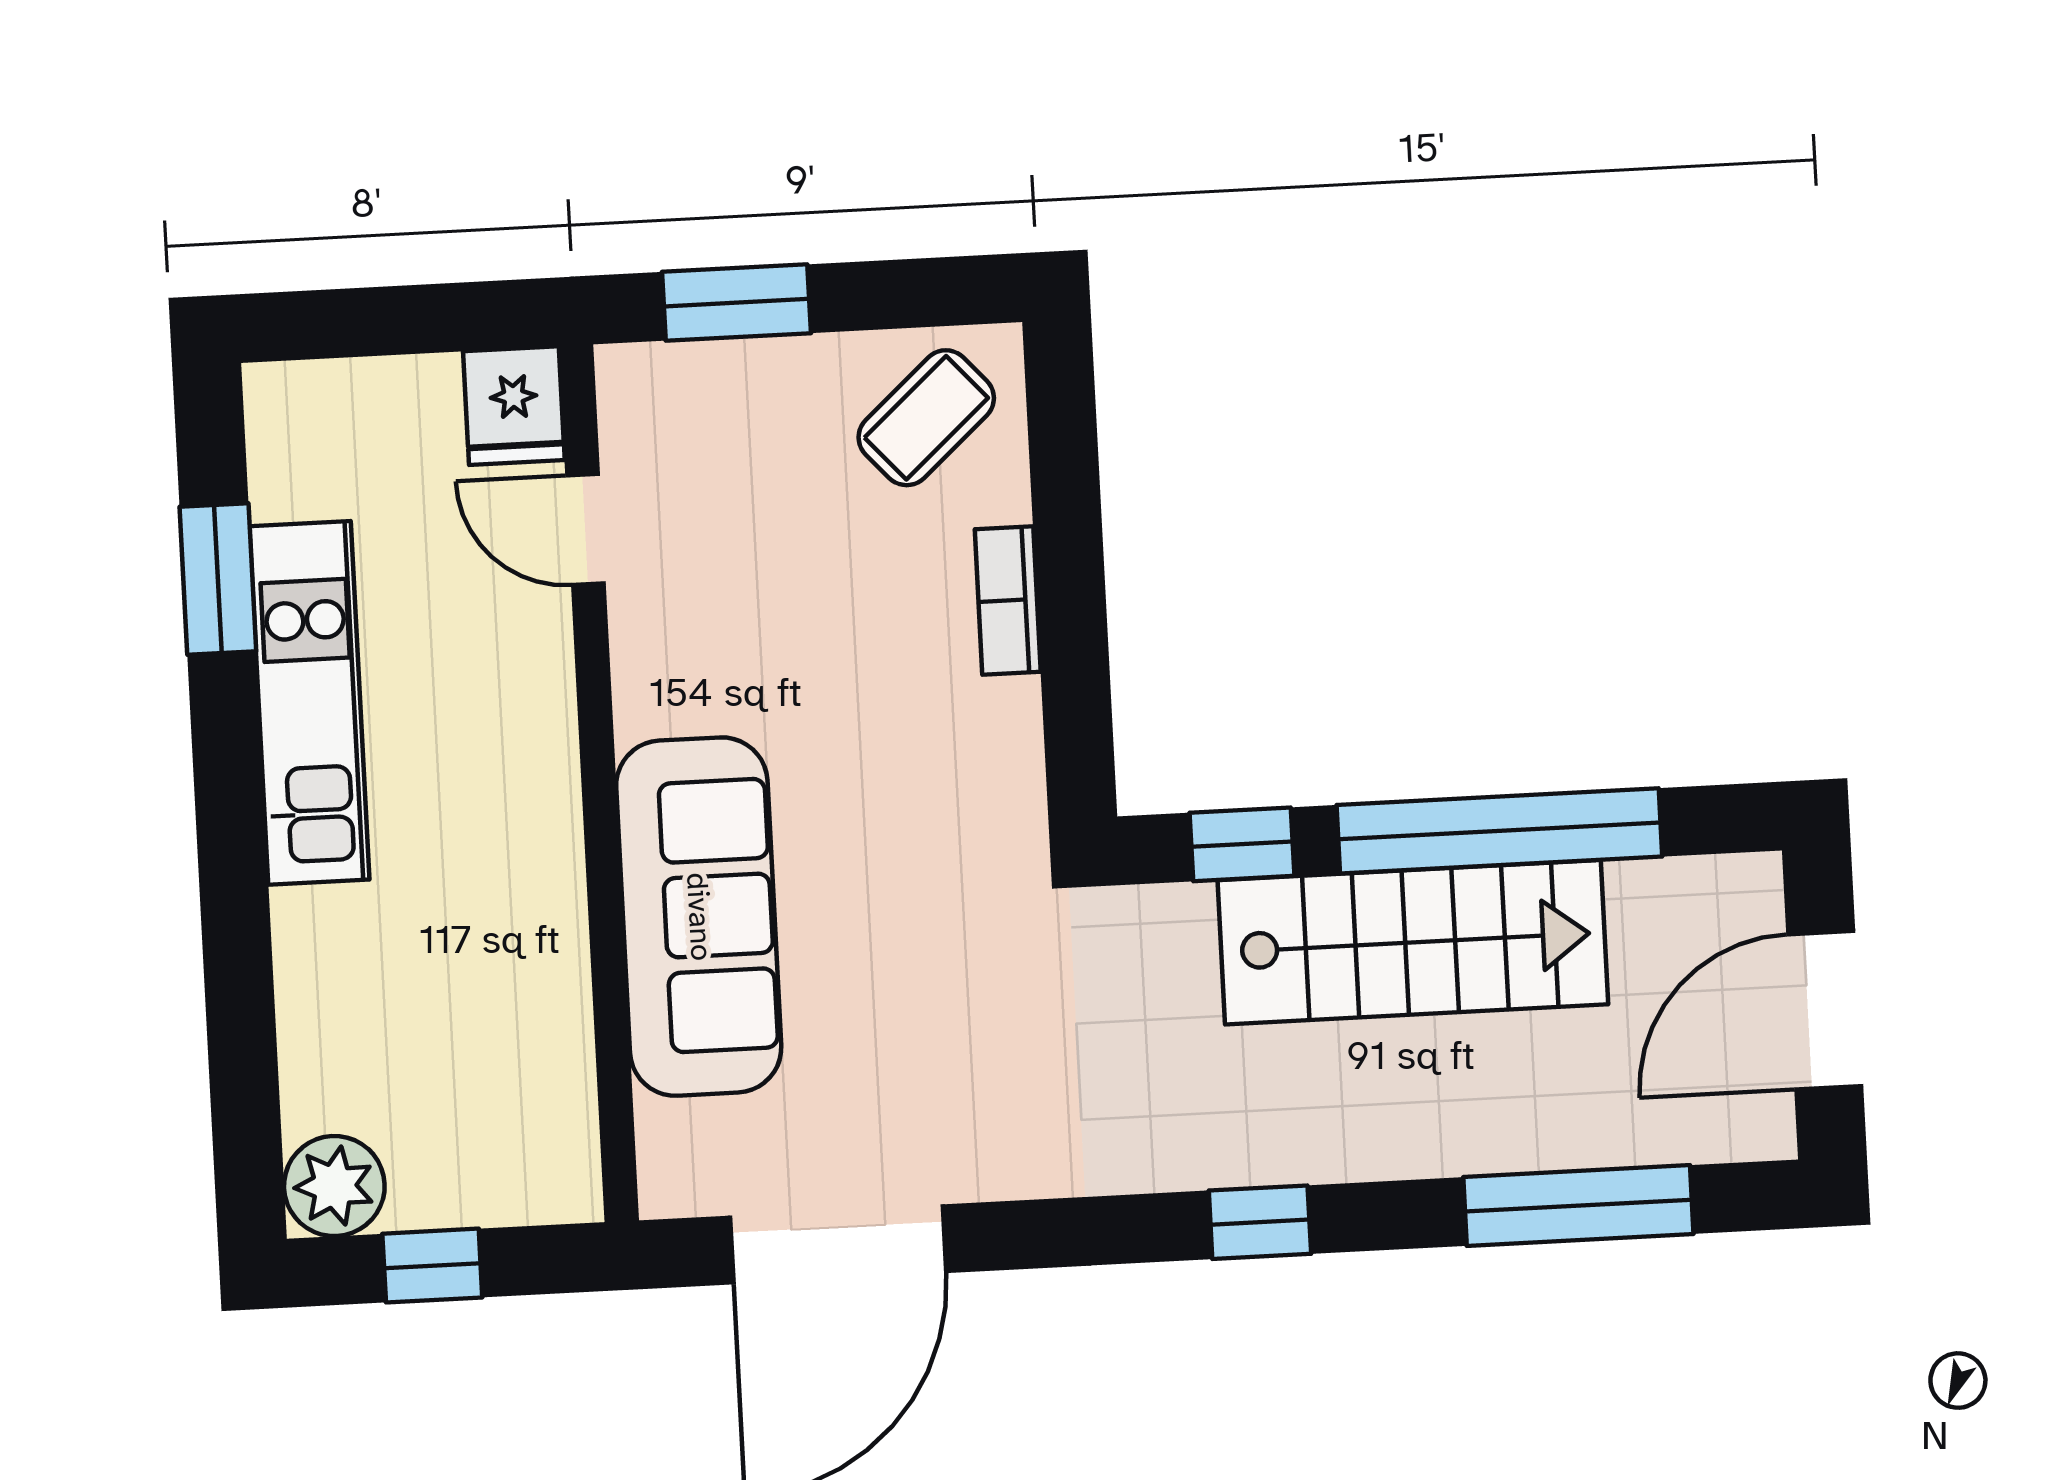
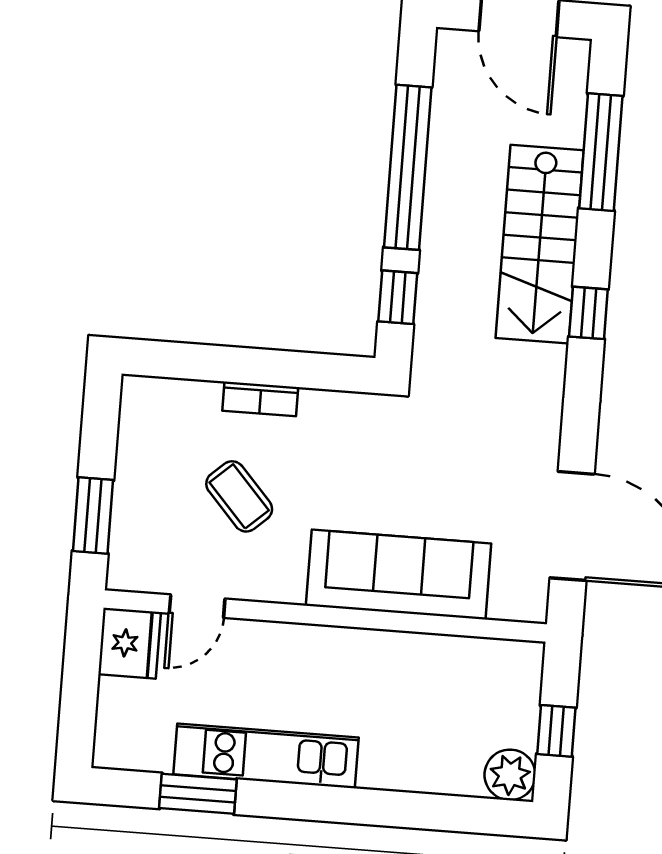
fridge: (514, 406) -> (130, 643), width x1.38
coffee table: (926, 418) -> (239, 496), moved
stairs: (1413, 942) -> (540, 244), moved, turned 180

